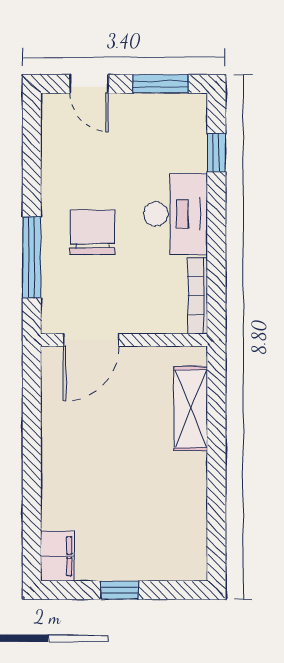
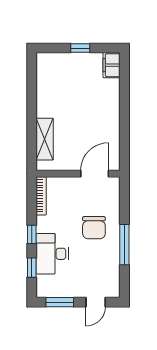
door: (89, 84) -> (96, 302), swing flipped
desk: (175, 214) -> (52, 254), moved
window: (216, 219) -> (32, 234), added
window: (32, 257) -> (124, 245), moved

